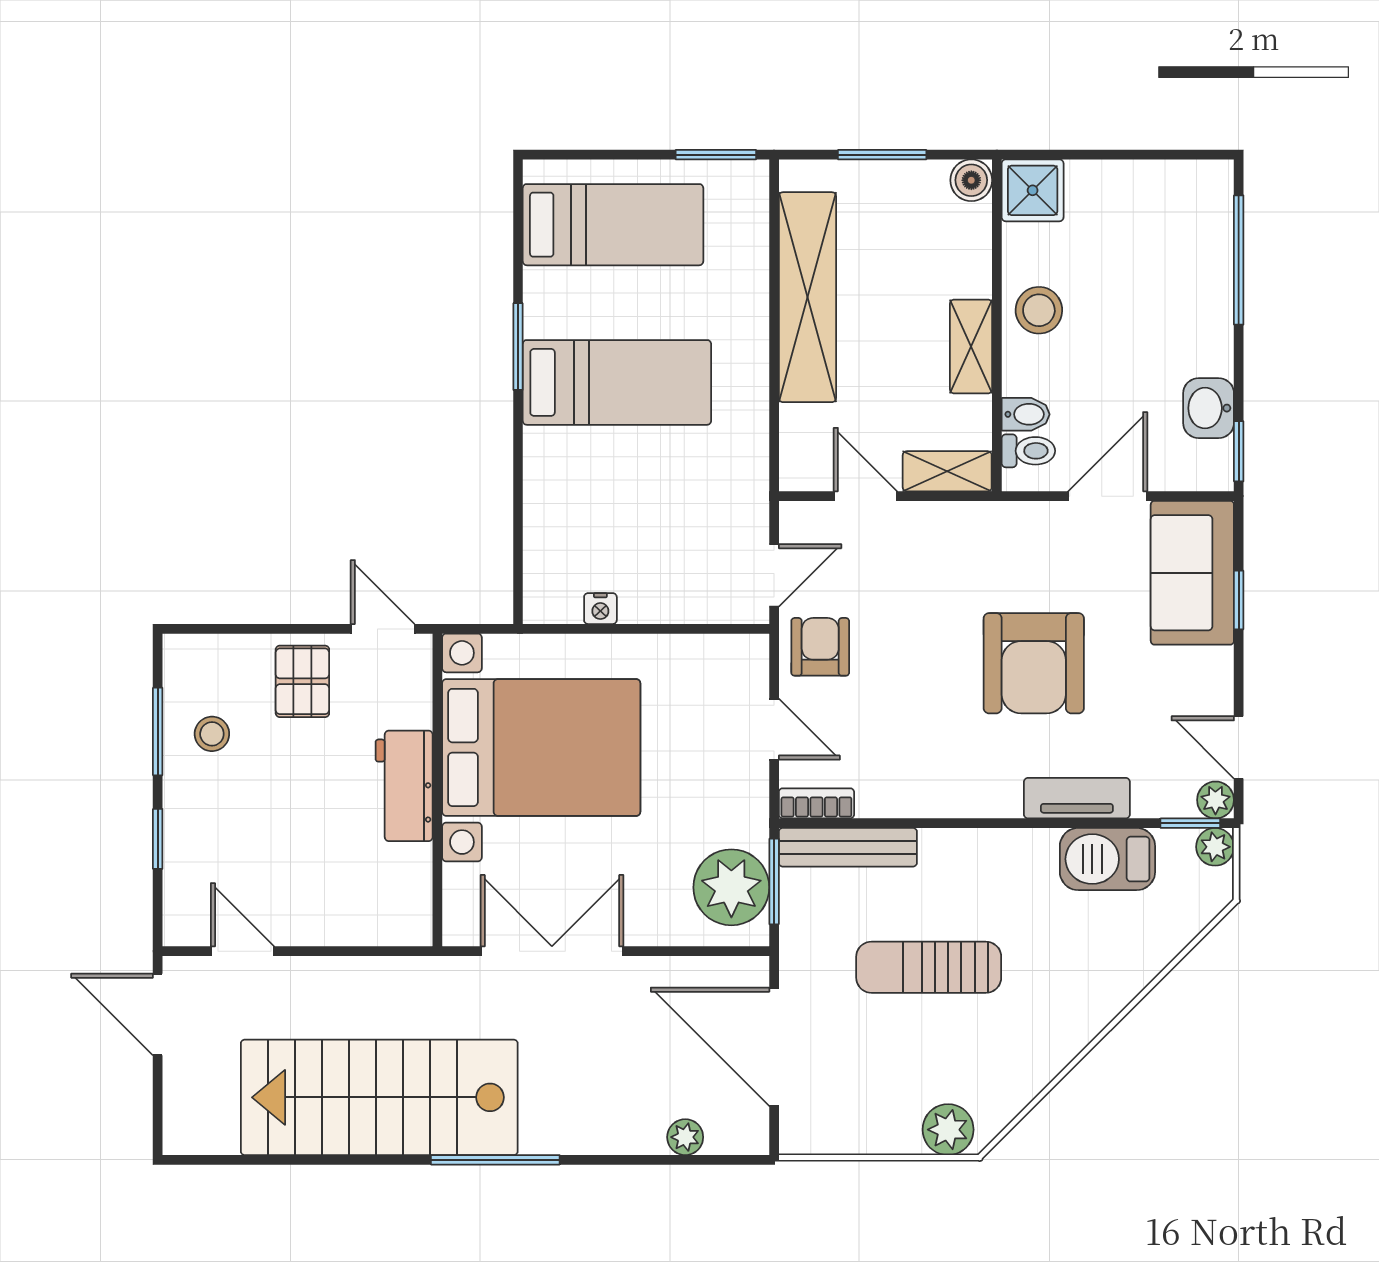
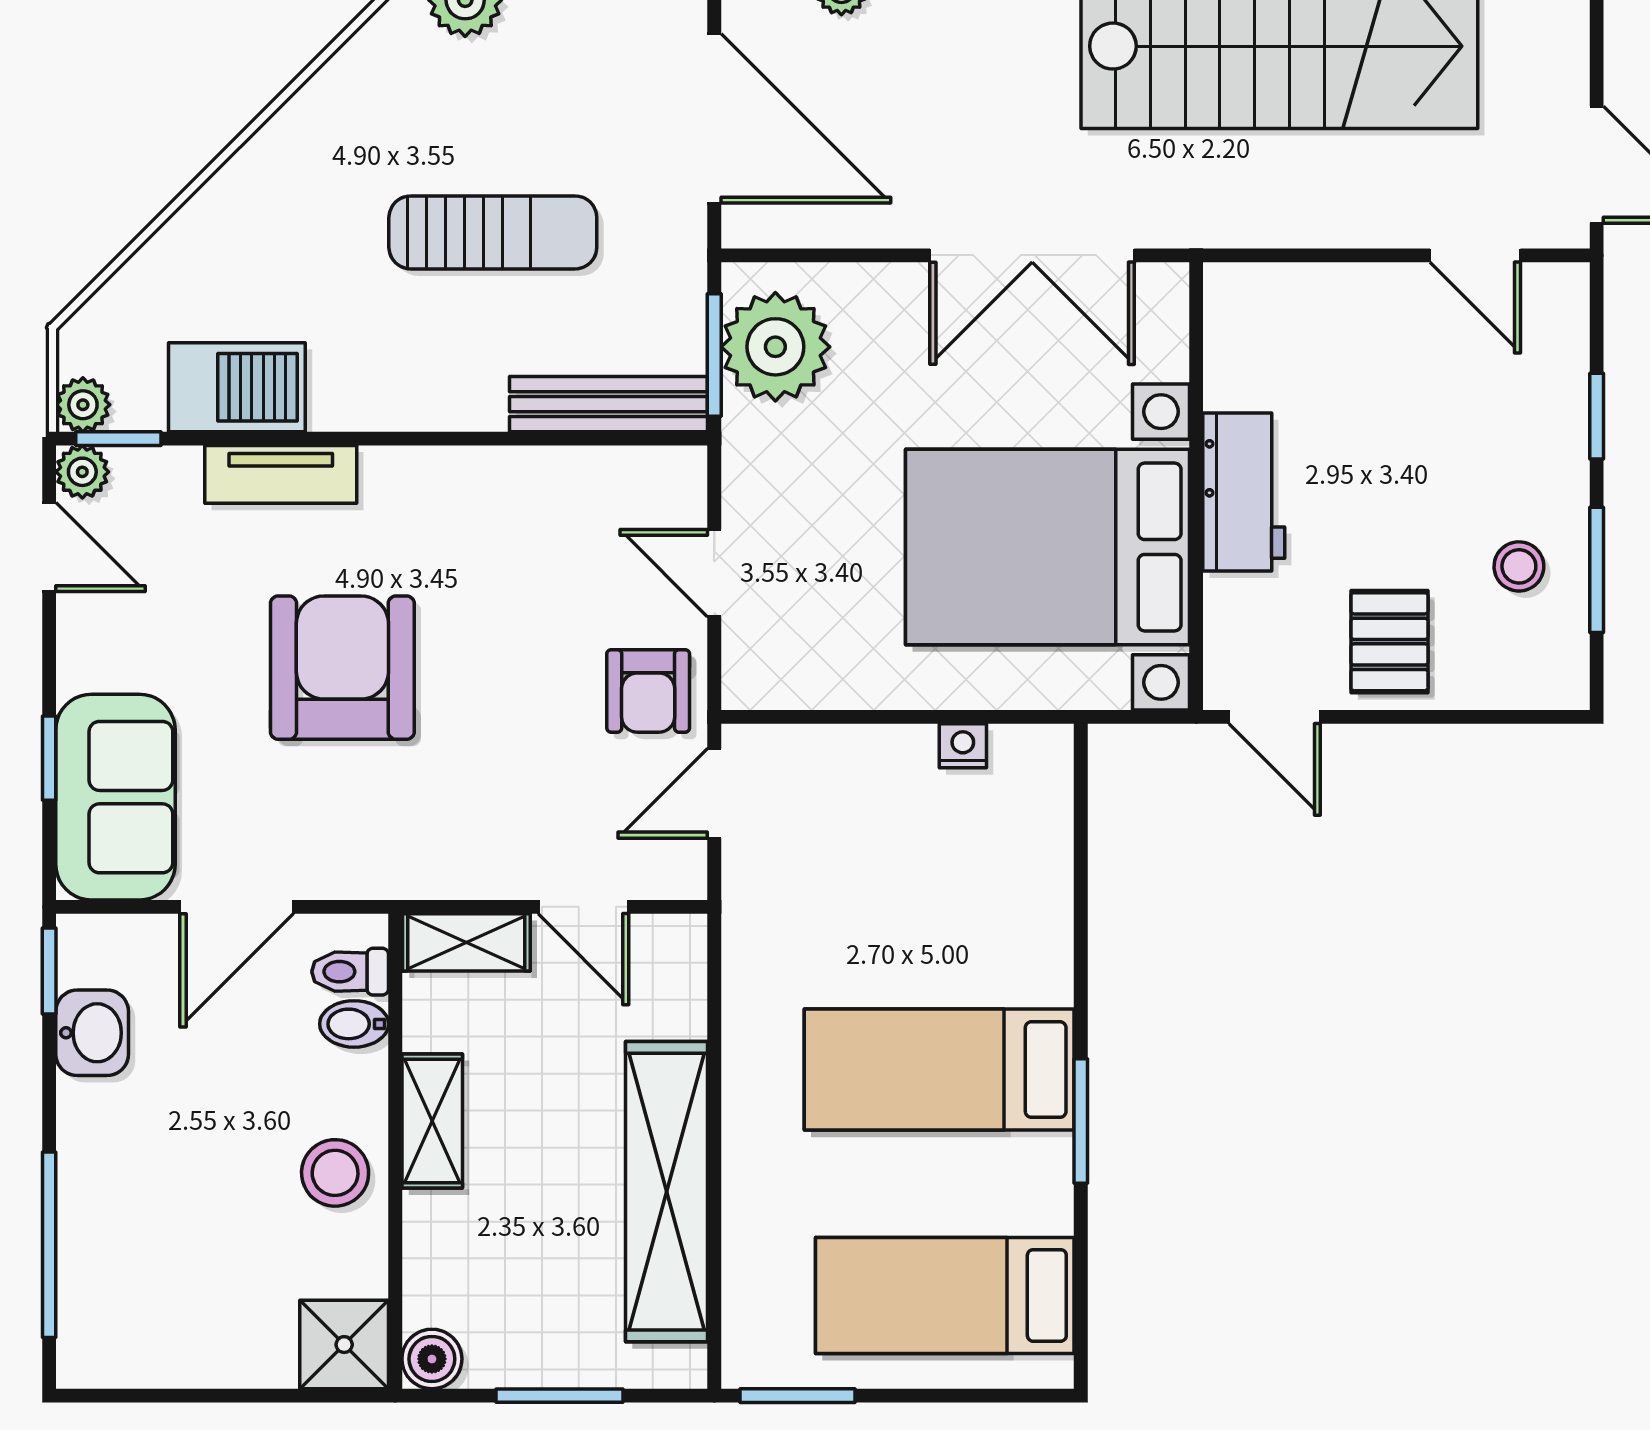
bookcase: (816, 803) -> (654, 467), removed

